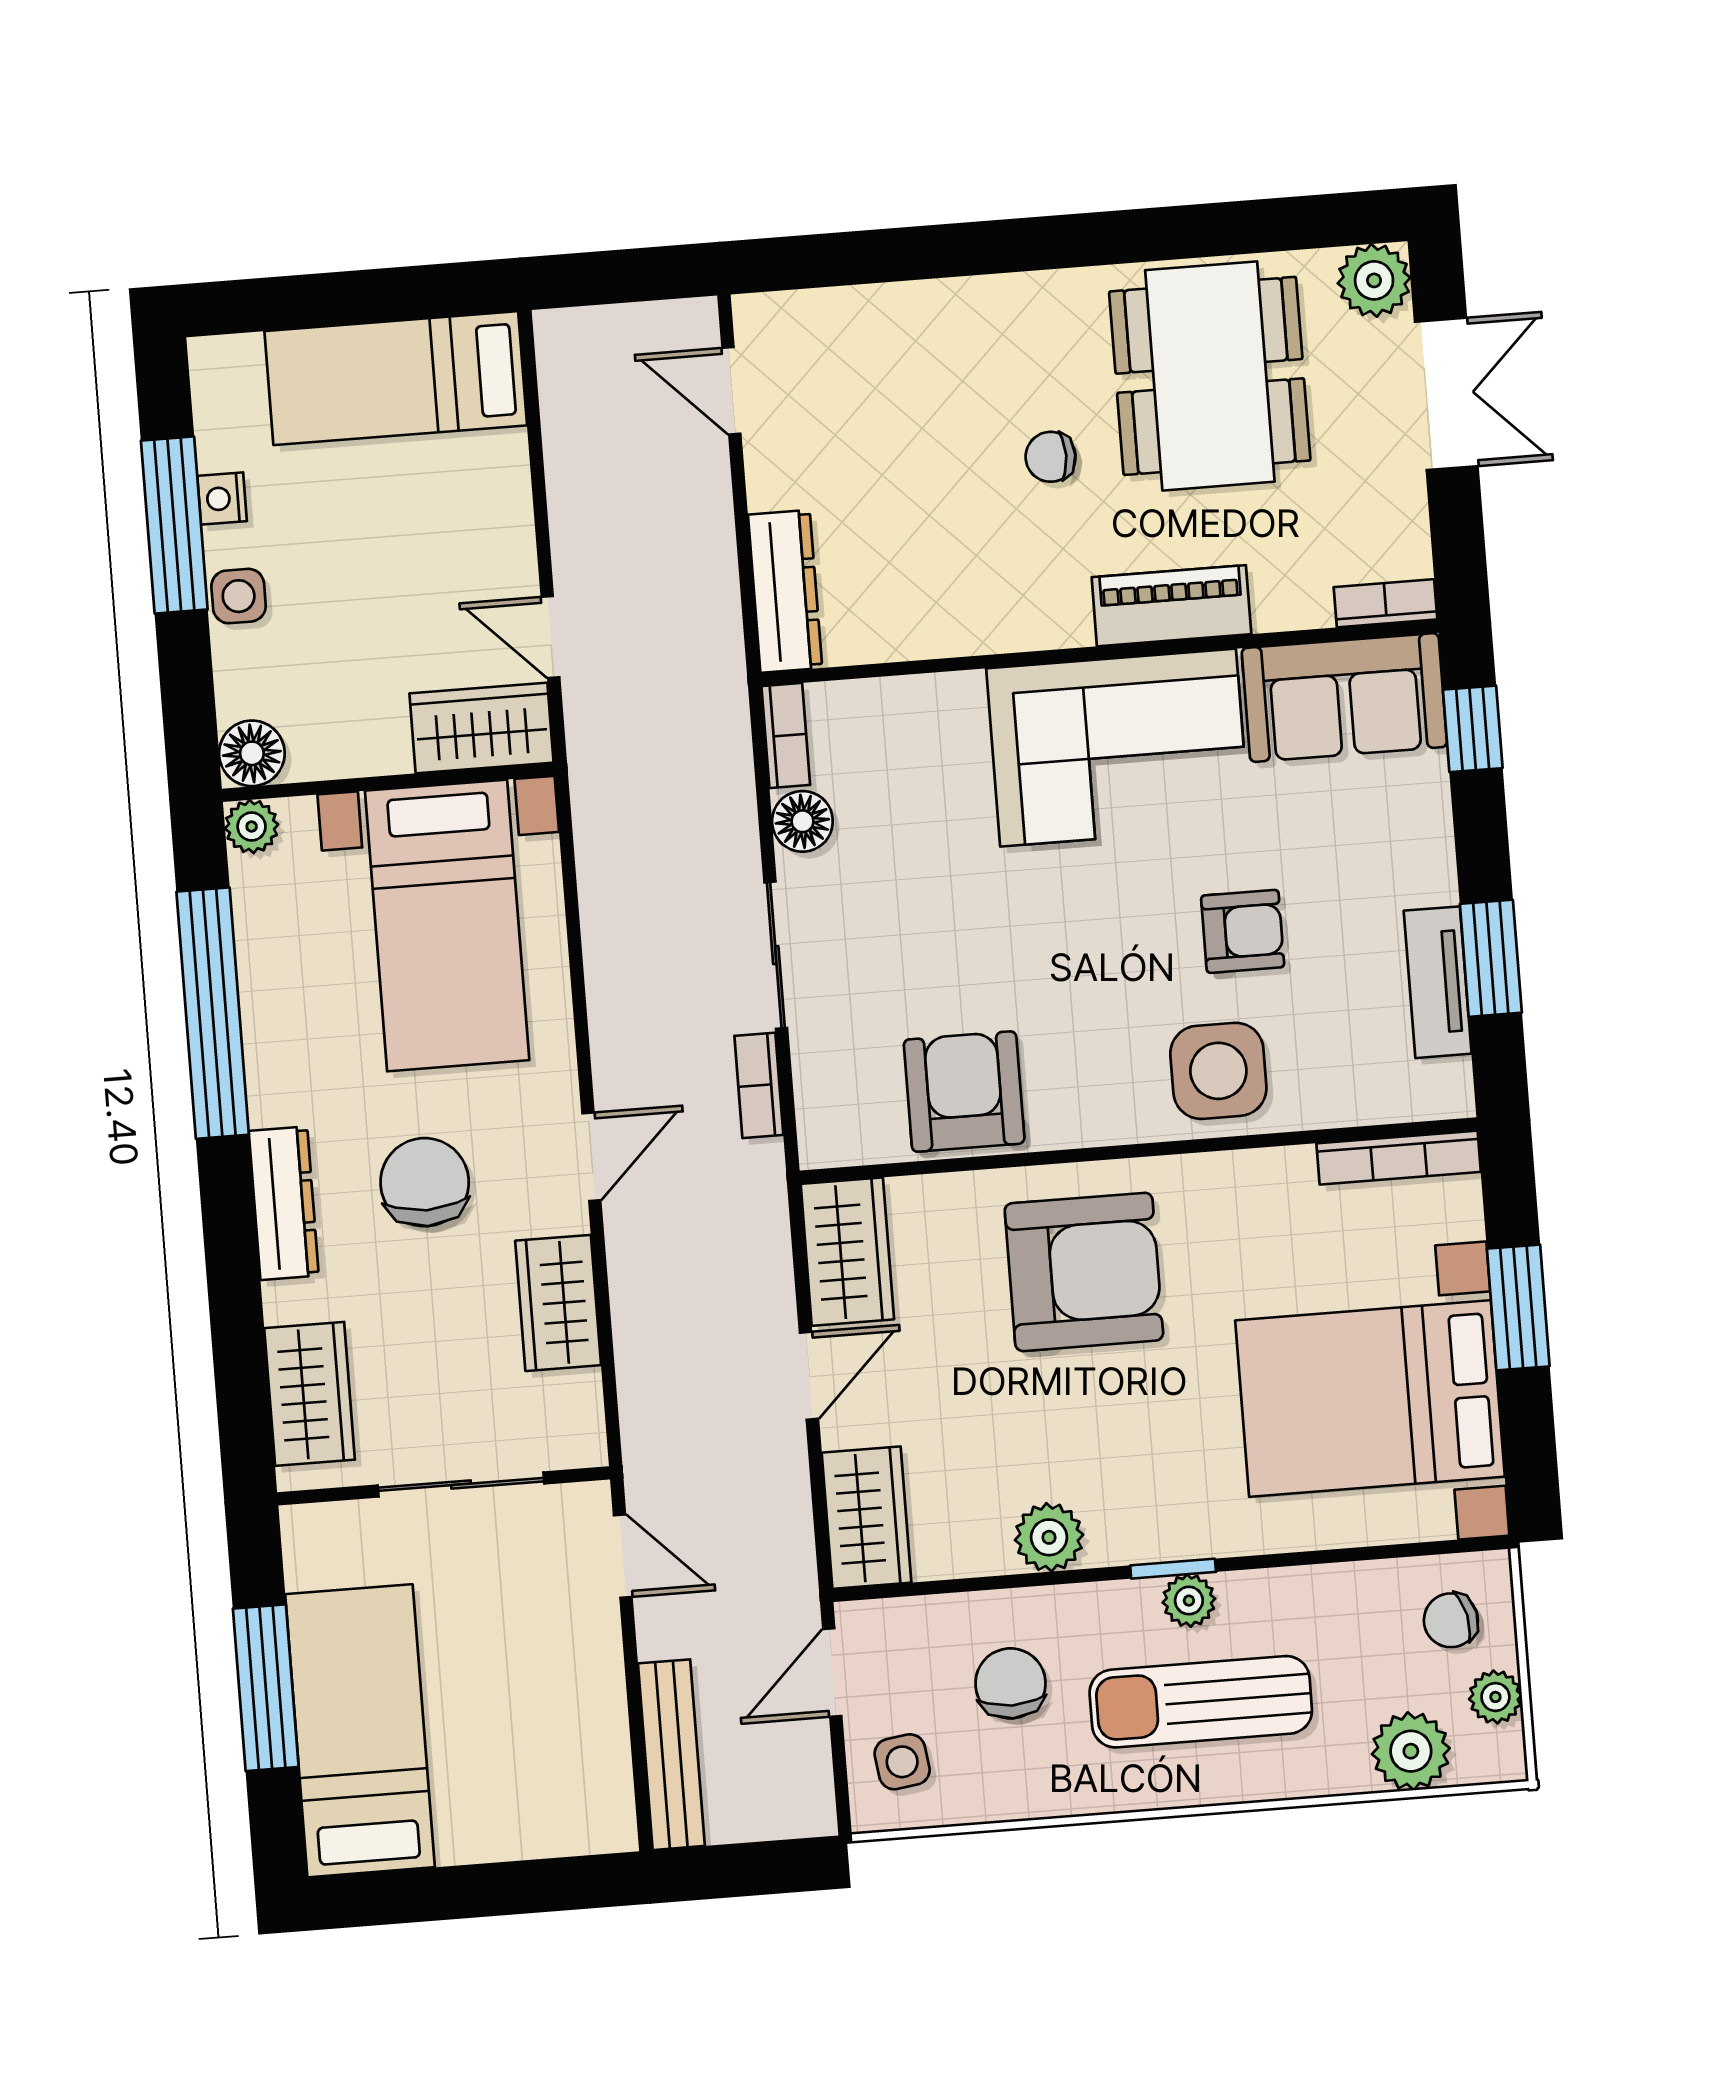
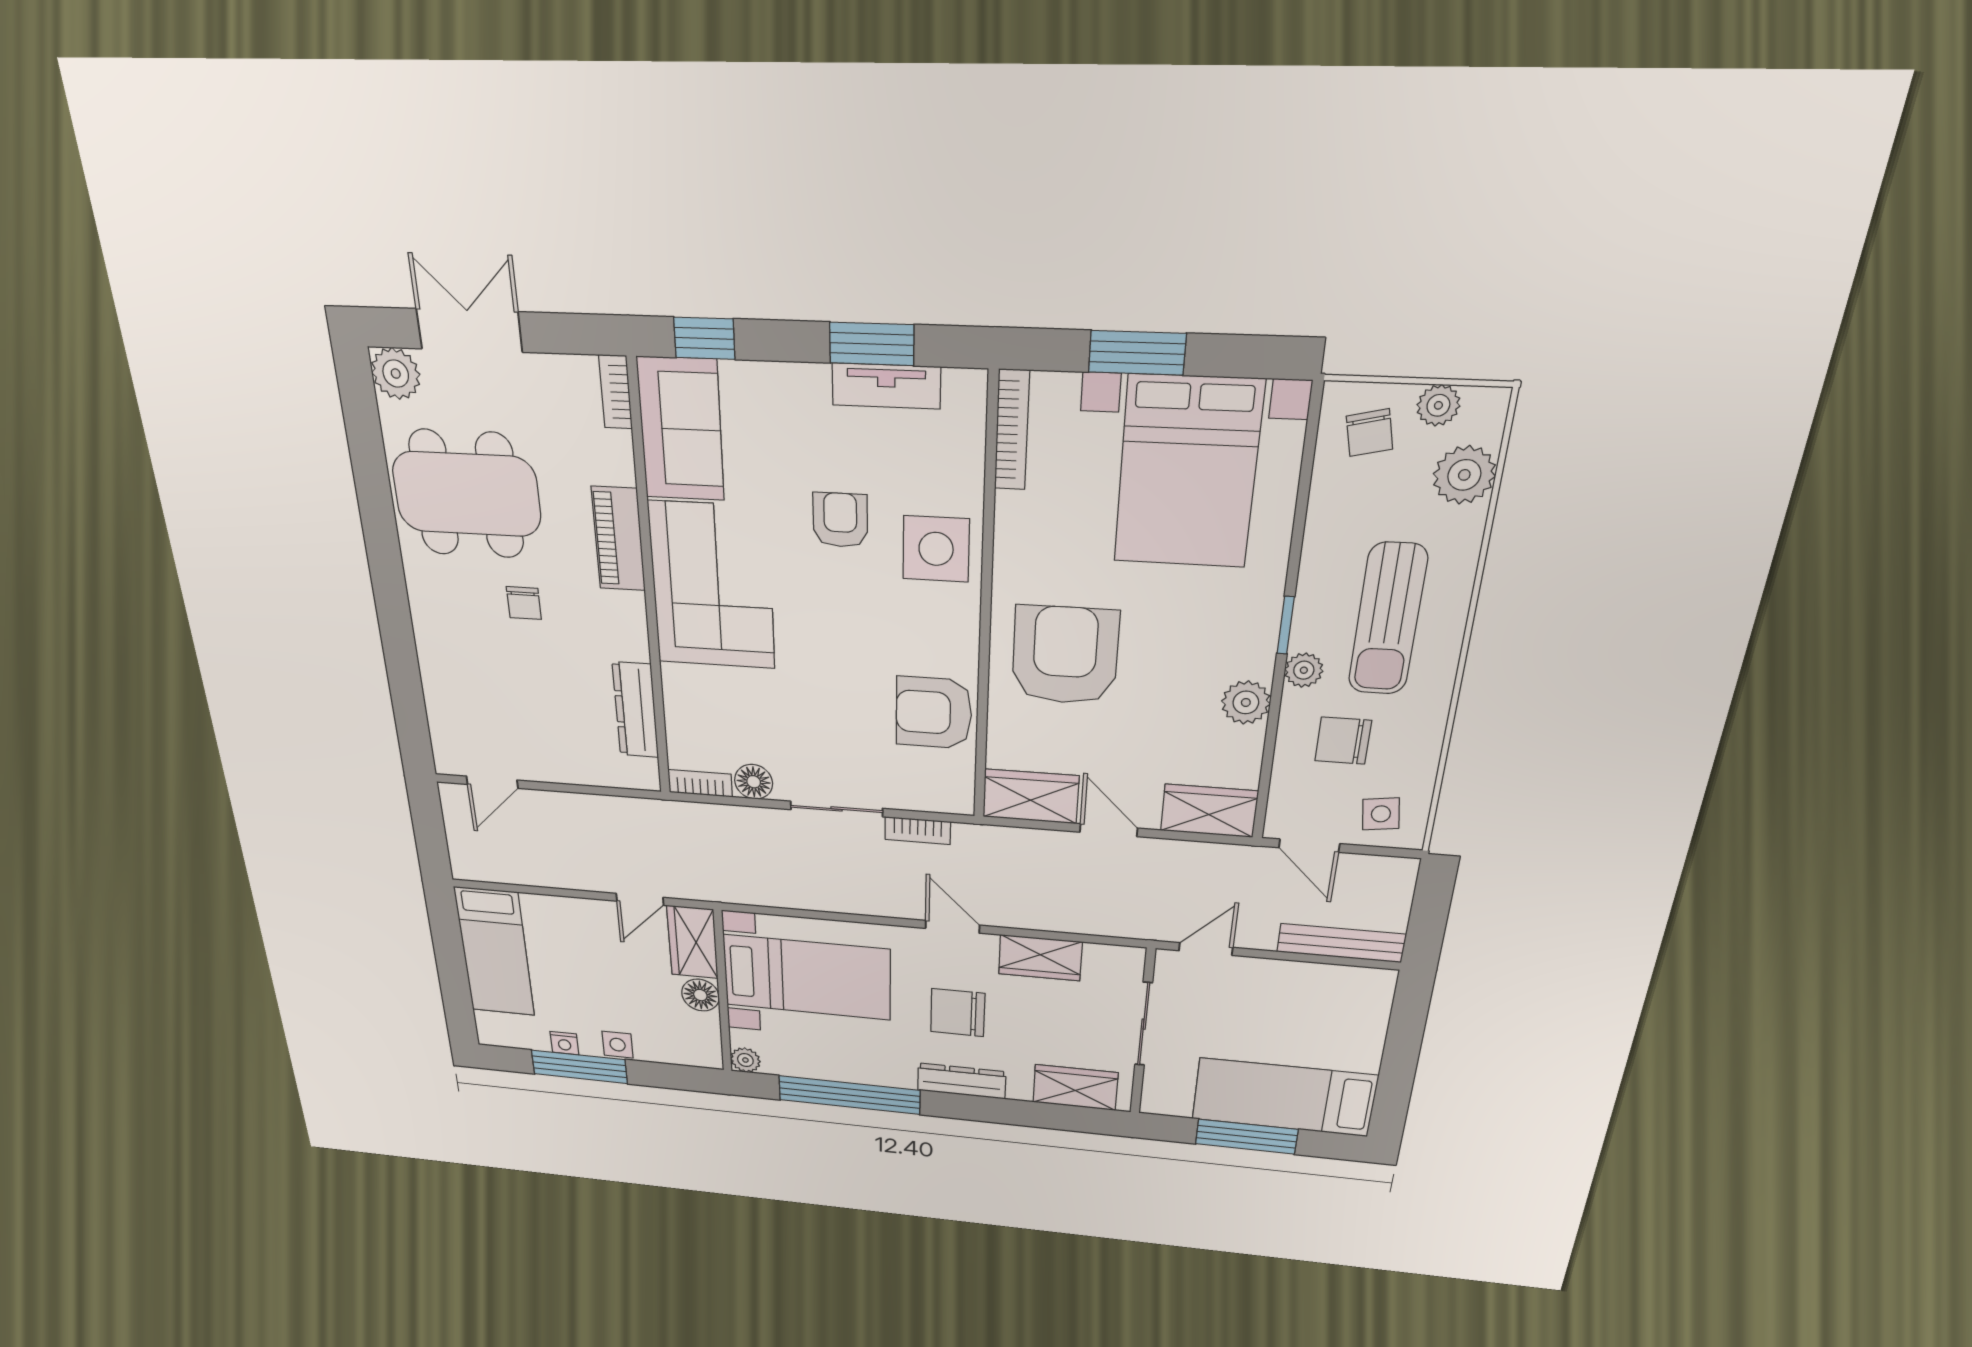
dresser: (785, 591) -> (636, 710), moved, turned -90
floor lamp: (252, 753) -> (700, 995), moved
plant: (1189, 1601) -> (1304, 670), moved

